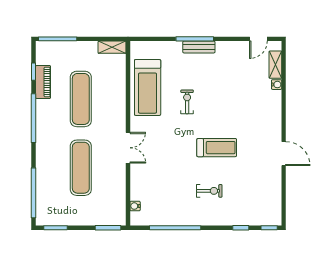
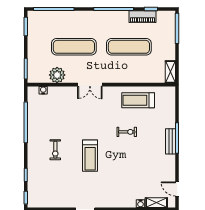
treadmill: (148, 87) -> (138, 100), width x0.73, depth x0.73
plant: (116, 189) -> (57, 75), added

